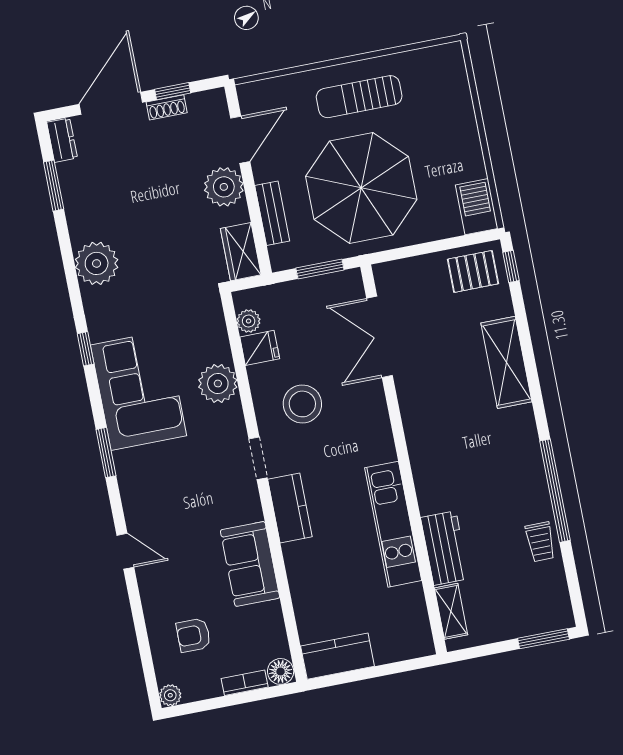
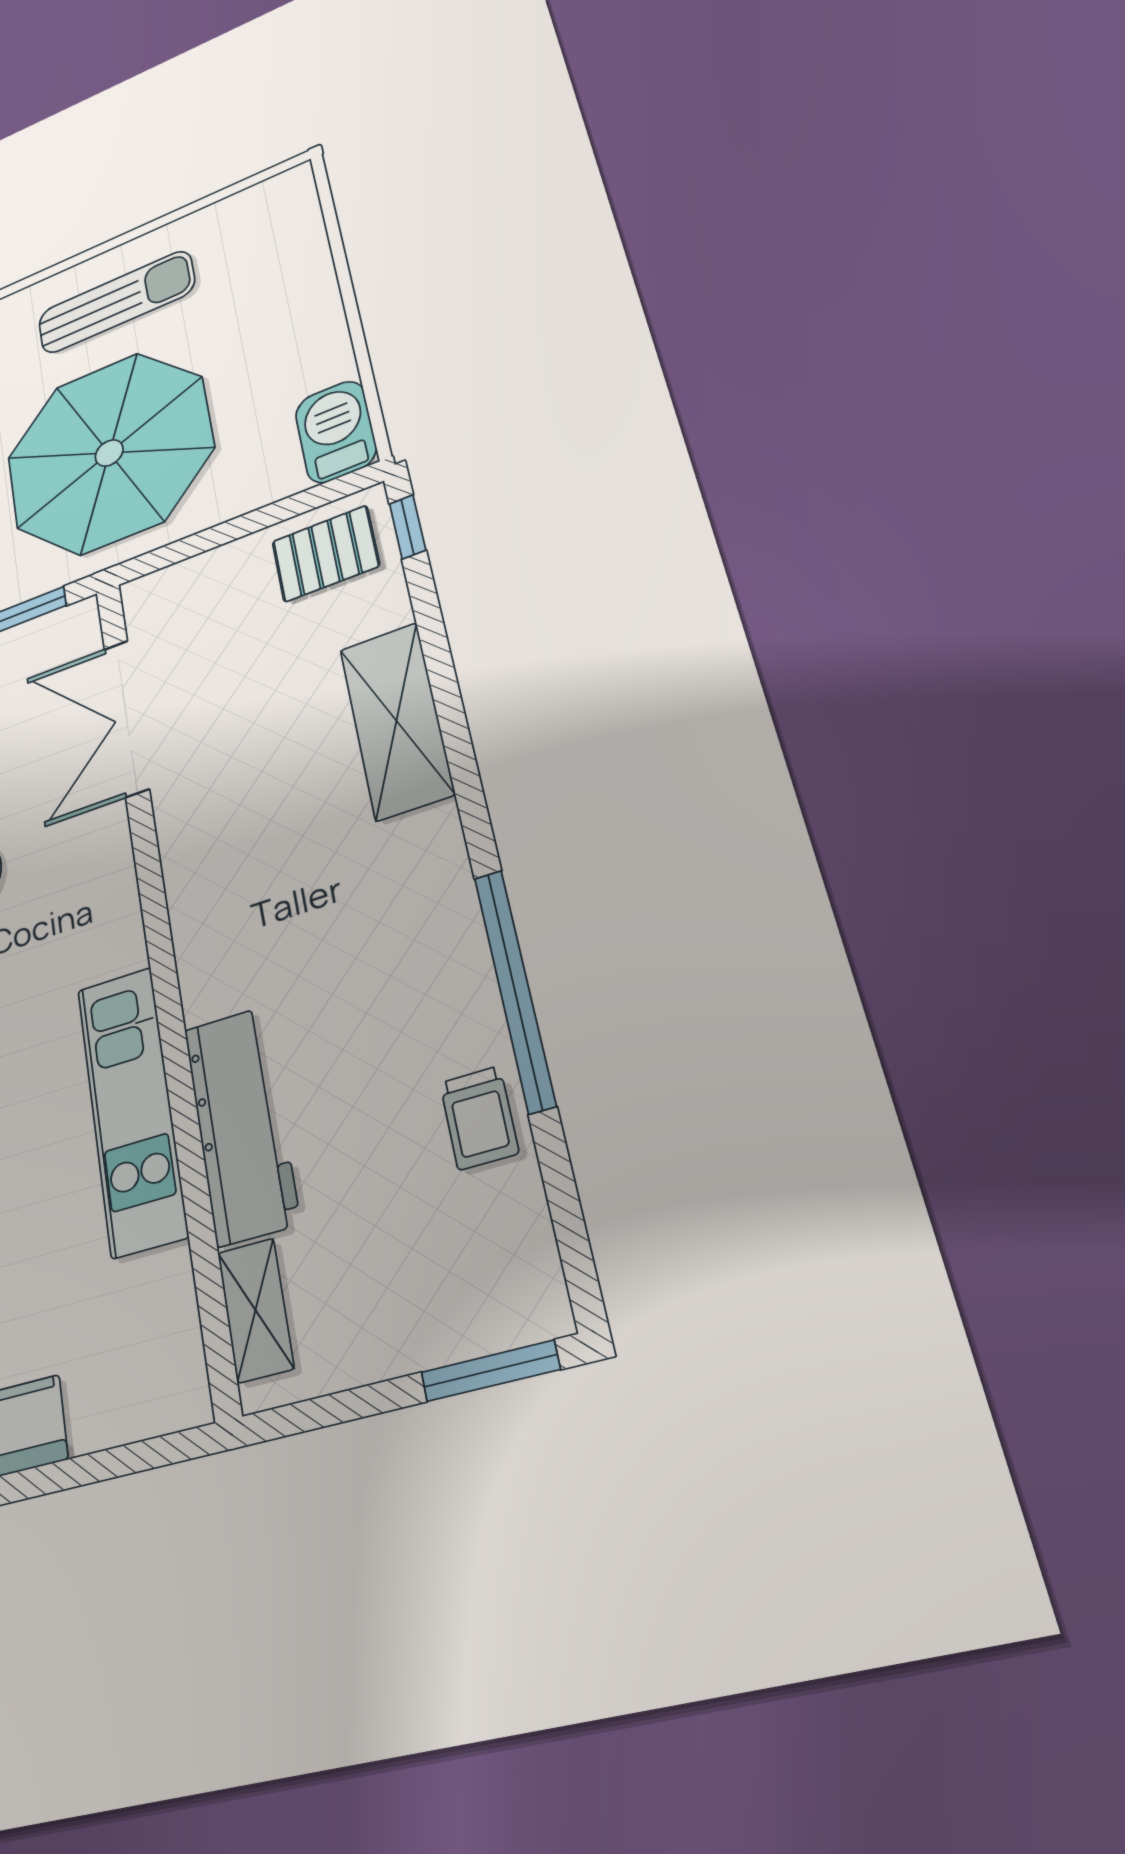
sun lounger: (359, 97) -> (116, 302), turned 180
workbench: (445, 548) -> (241, 1125), width x1.38

